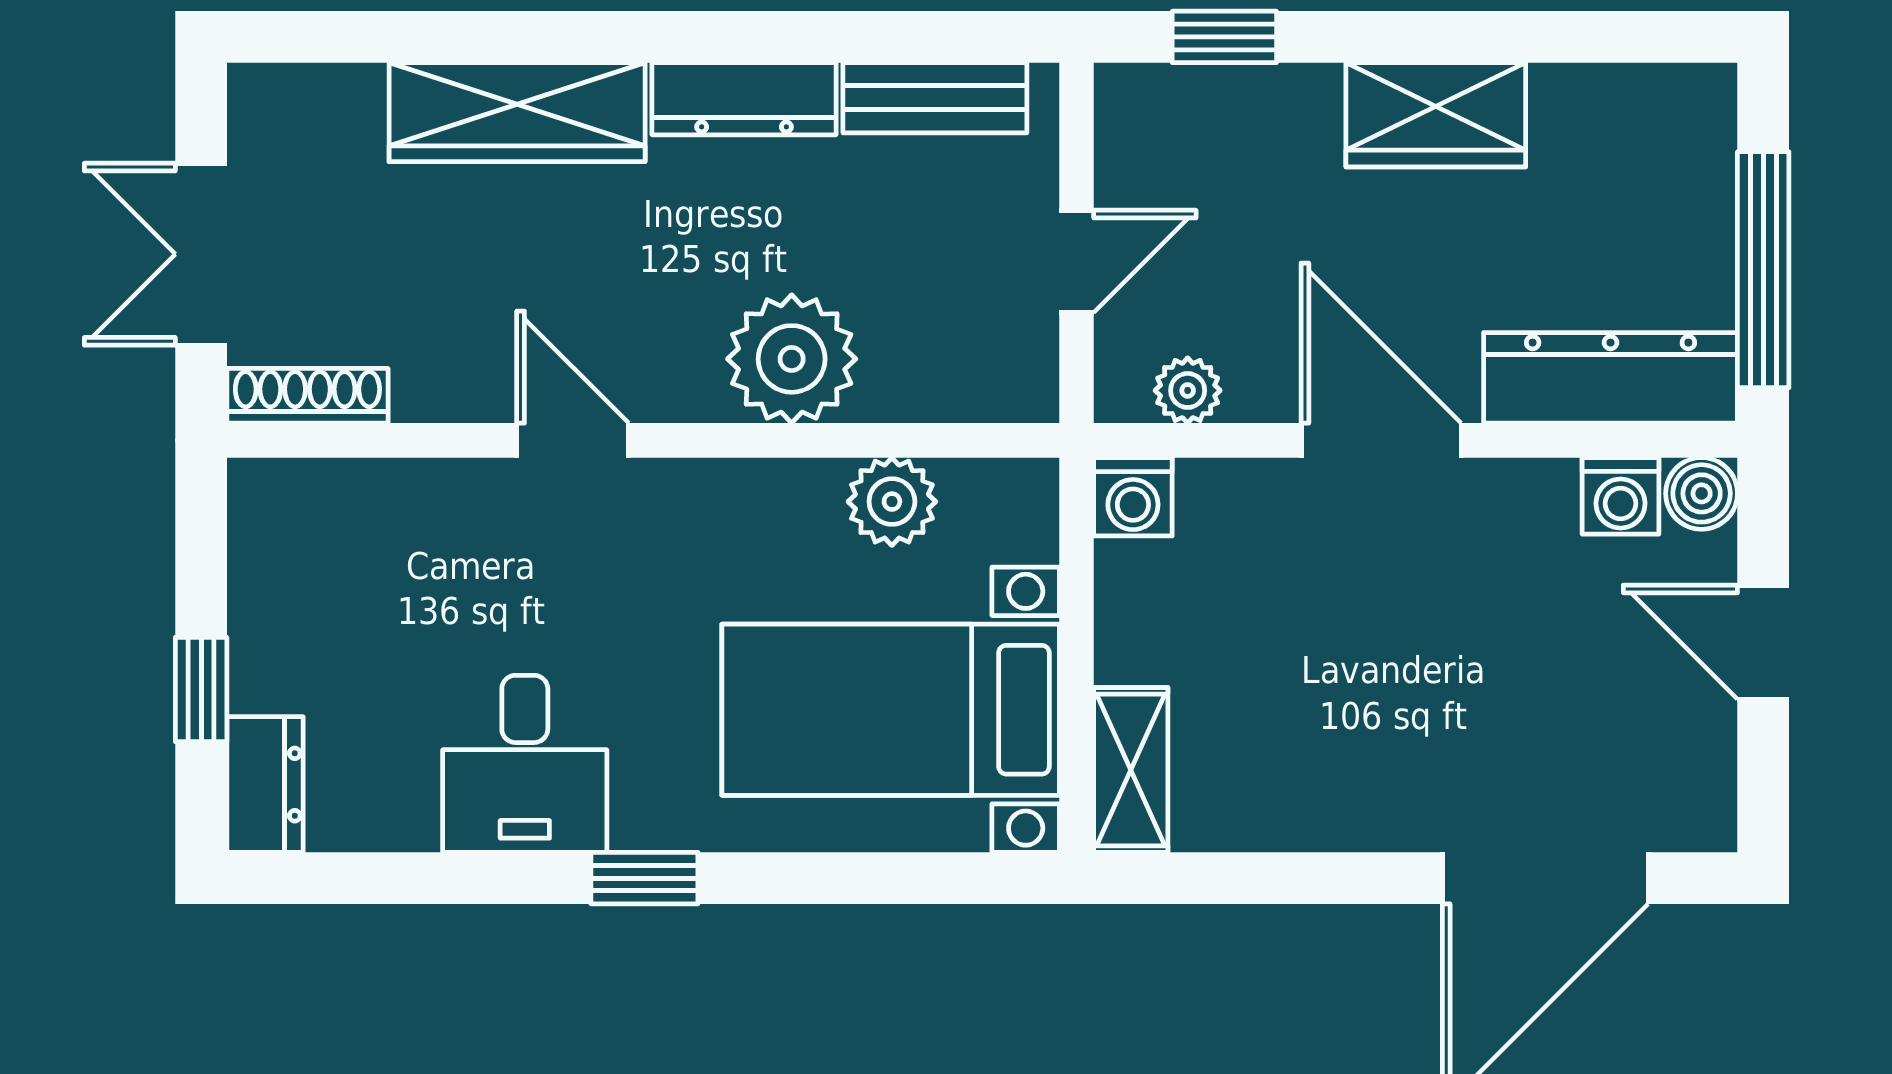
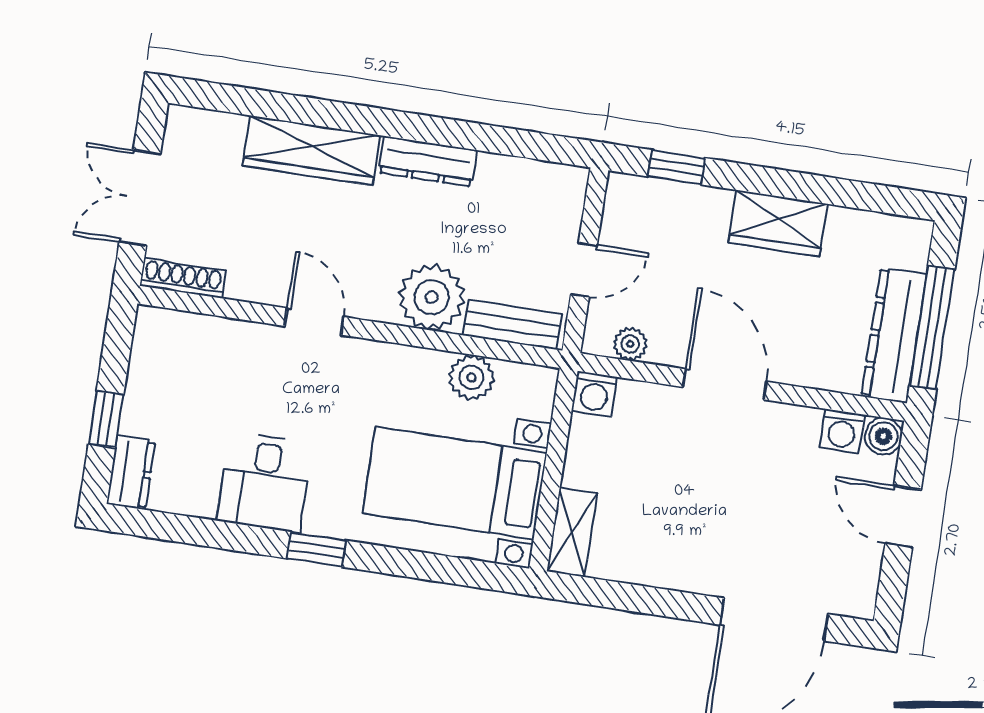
bench: (935, 98) -> (512, 325), moved
dresser: (1610, 378) -> (894, 335), moved, turned -90

